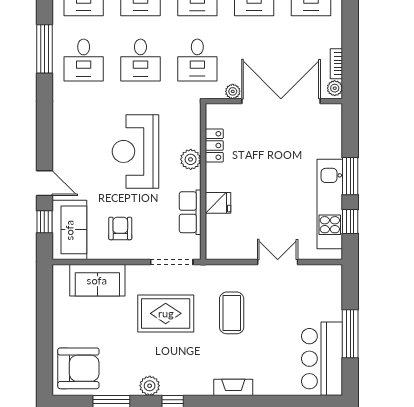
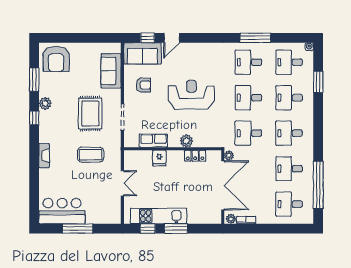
locker: (214, 145) -> (195, 156), moved
plant: (191, 159) -> (186, 141), moved
wall: (203, 182) -> (173, 149), moved
fridge: (218, 203) -> (159, 158), moved
row of seats: (190, 212) -> (153, 141), moved

